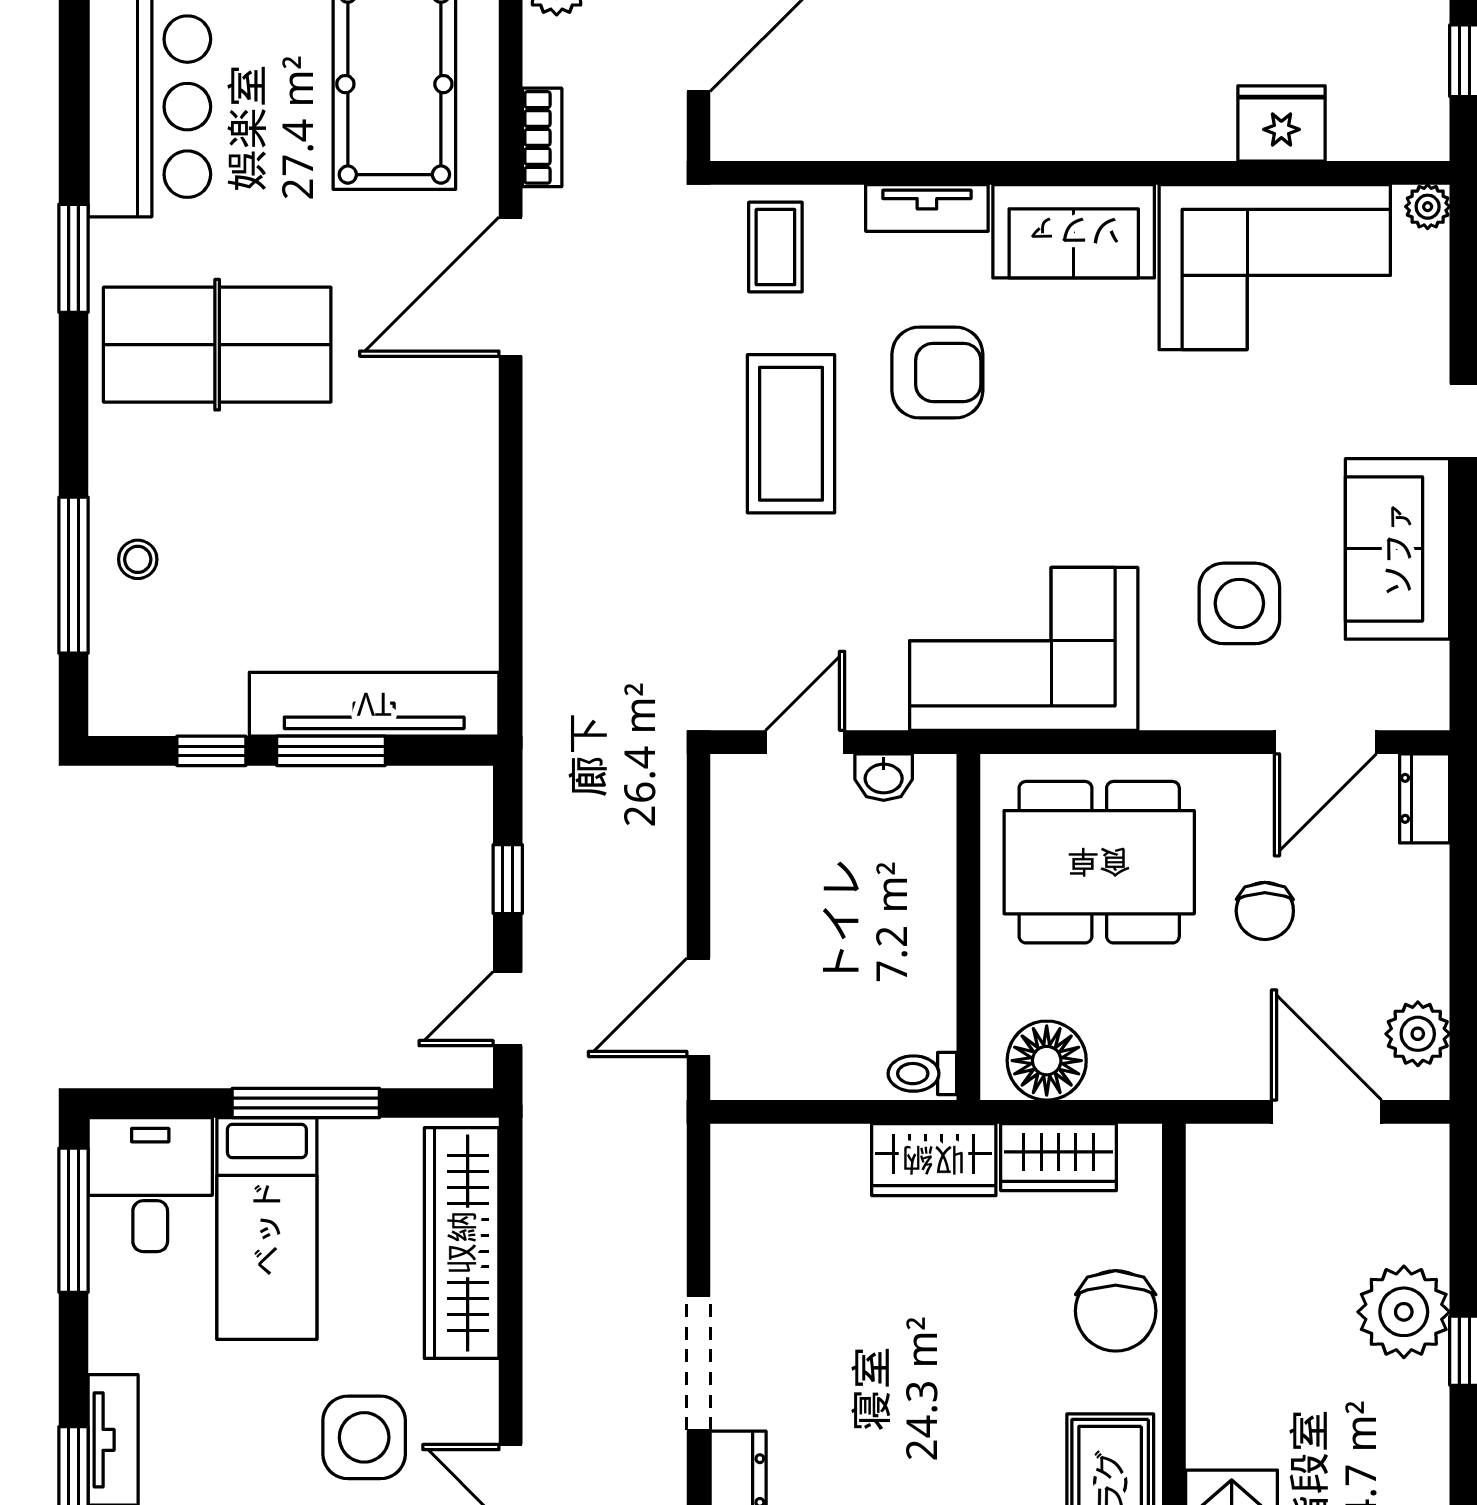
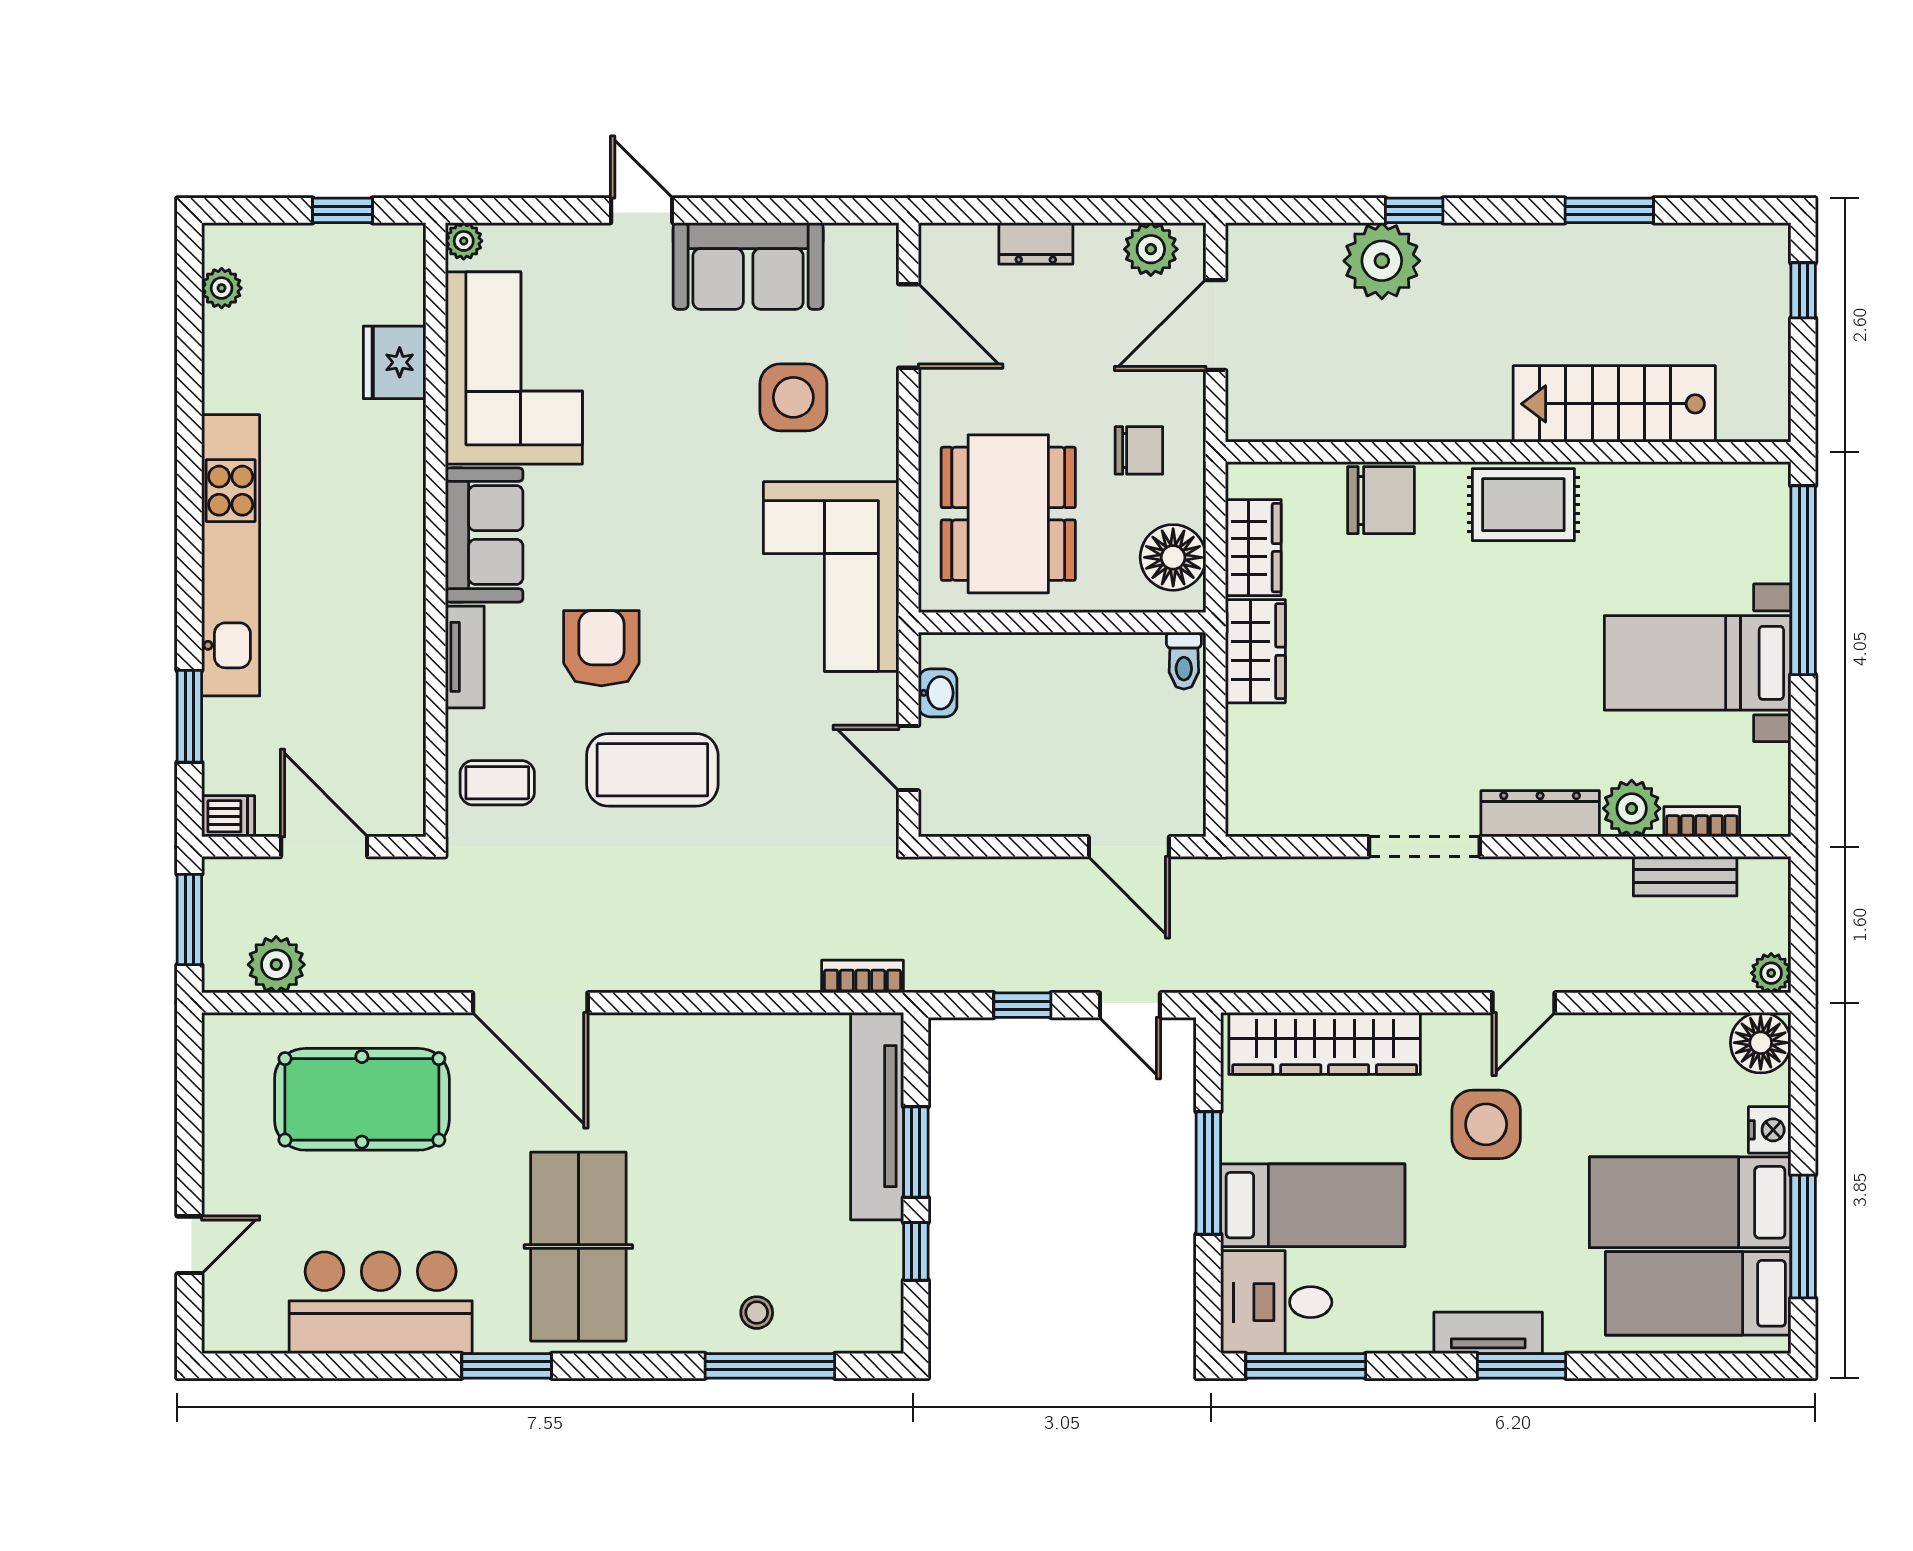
bookcase: (542, 137) -> (863, 977), moved
dresser: (1425, 798) -> (1036, 243), moved
chair: (1265, 911) -> (1139, 450), moved

